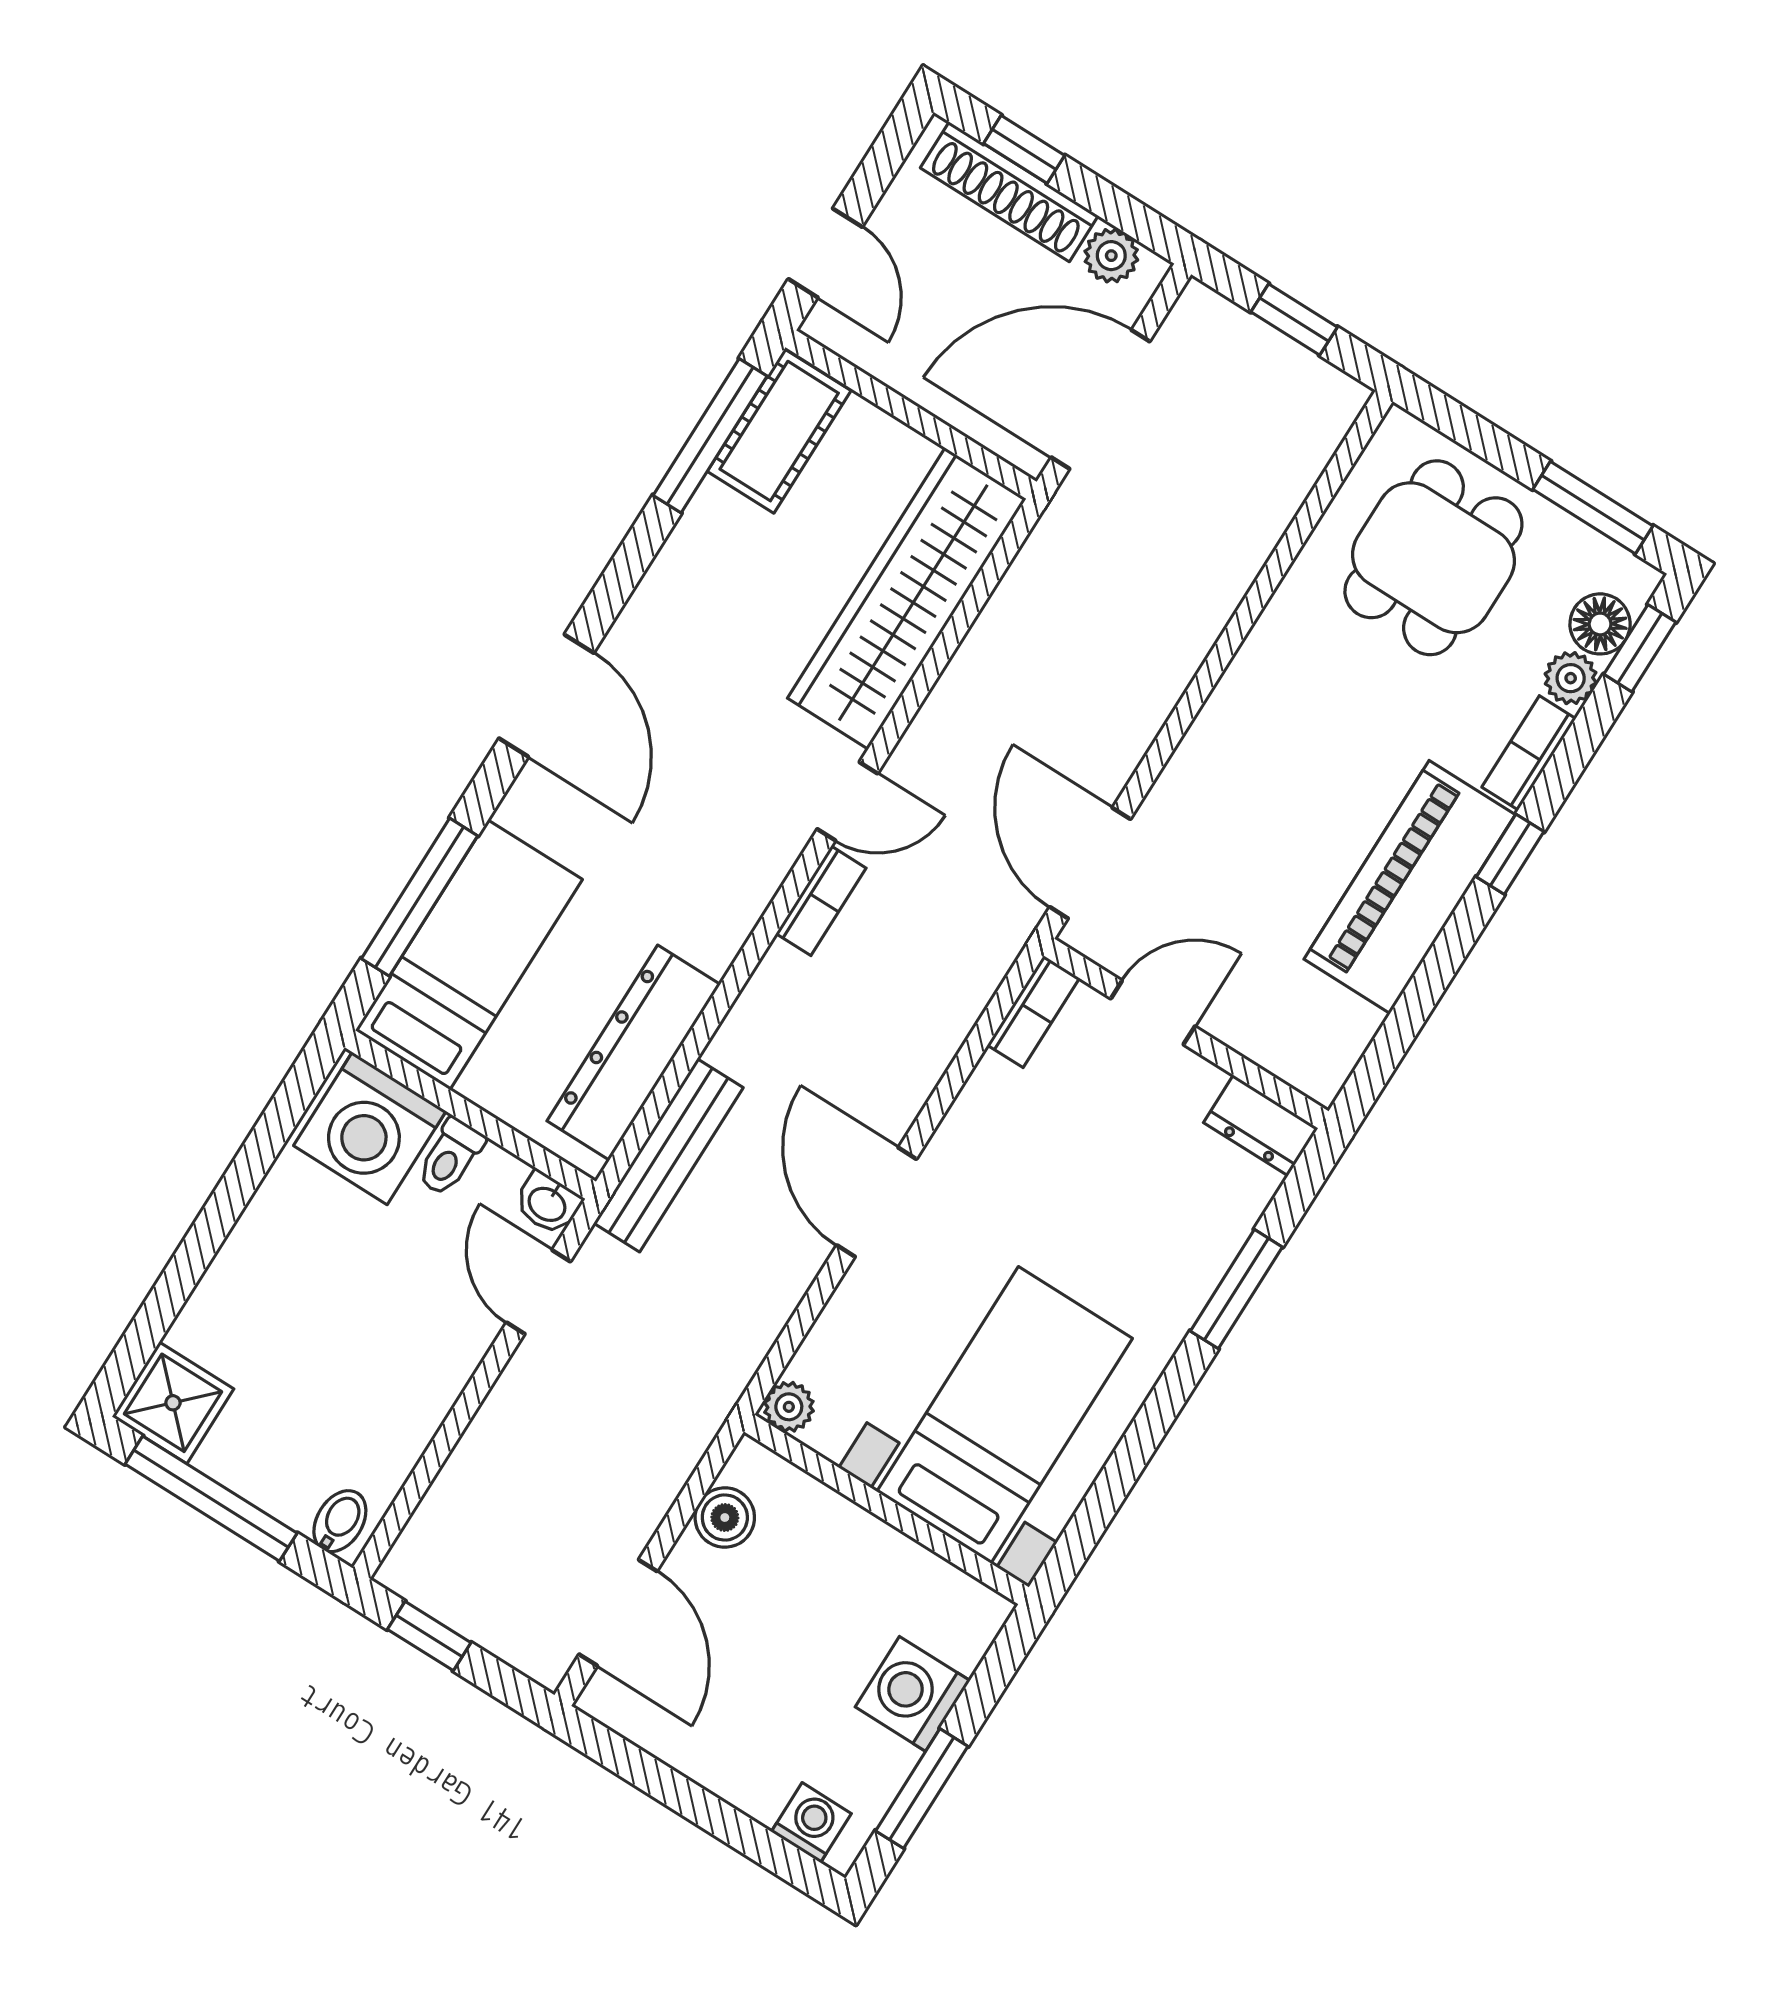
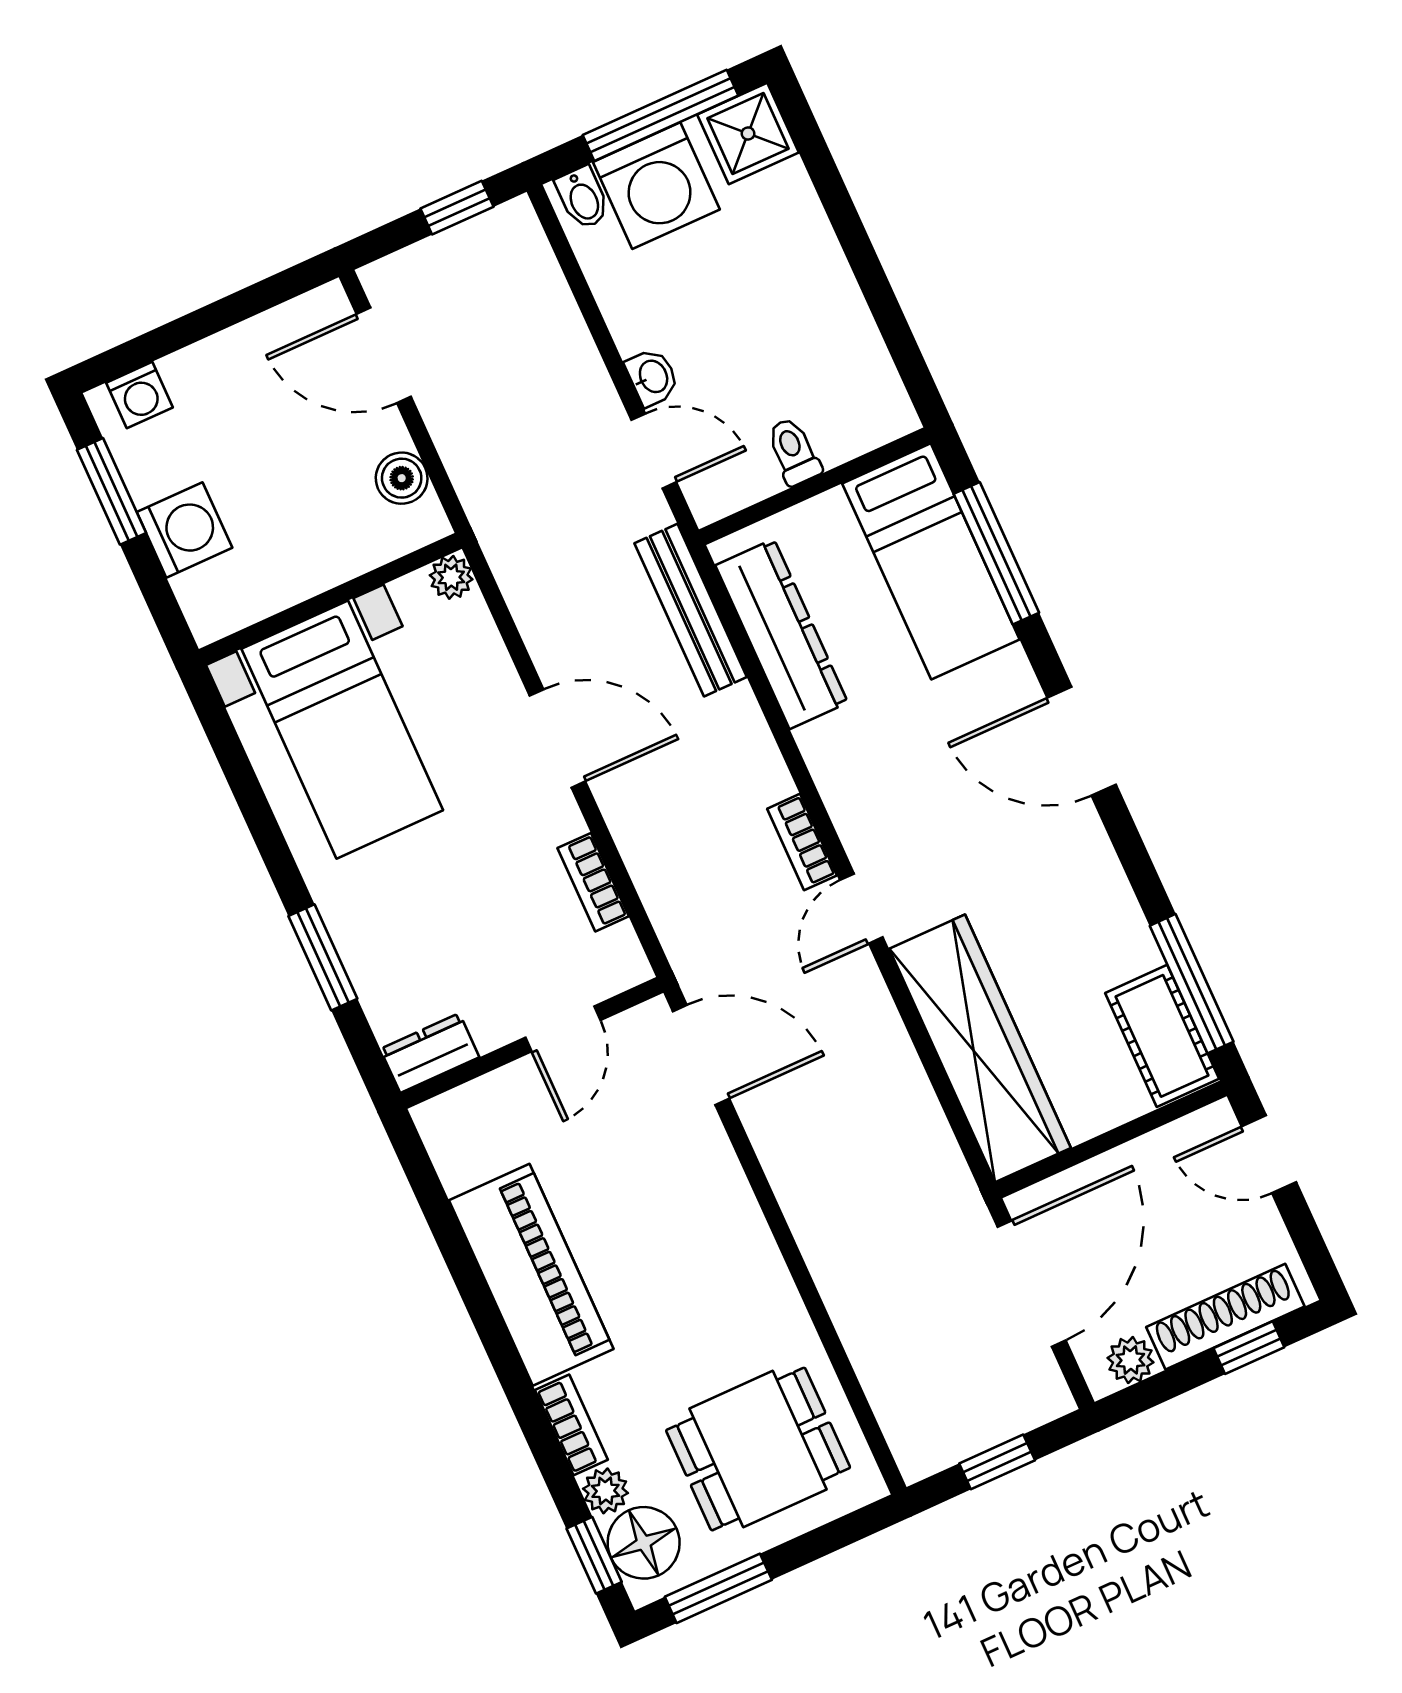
dining table: (1433, 558) -> (758, 1449), turned 90
floor lamp: (1600, 624) -> (644, 1543), width x1.38, depth x1.38
window: (1510, 854) -> (507, 1363), removed
bookcase: (1033, 1012) -> (593, 882), moved
washing machine: (370, 1128) -> (656, 186), moved, turned 180
washbasin: (548, 1203) -> (652, 377), moved, turned 90

